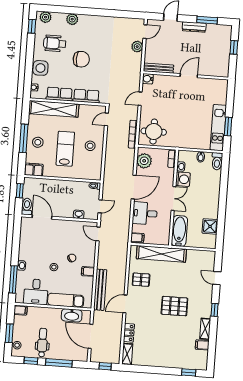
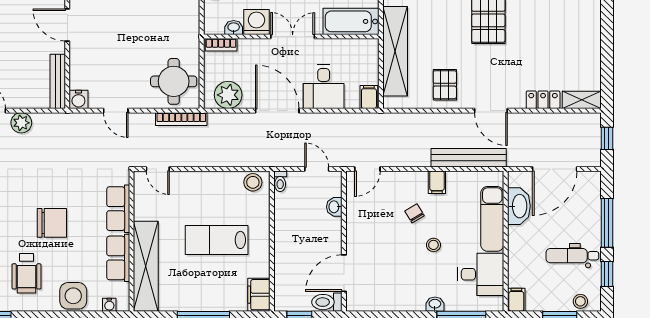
chair: (81, 59) -> (52, 223), turned 90
stool: (38, 142) -> (209, 291), removed
stool: (90, 146) -> (253, 182), moved

